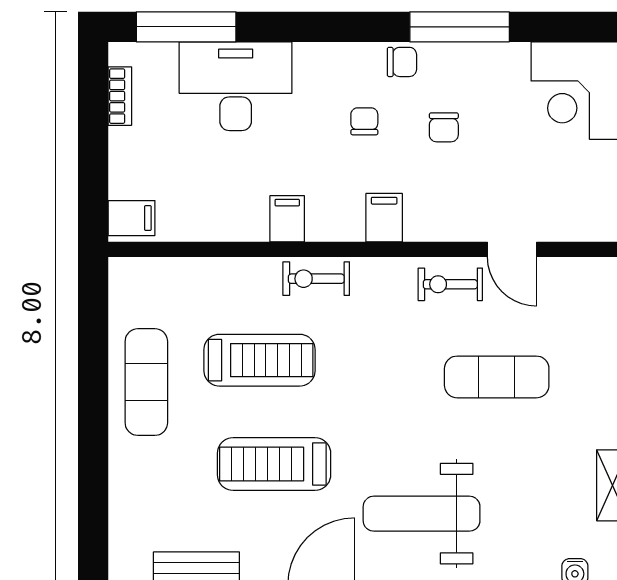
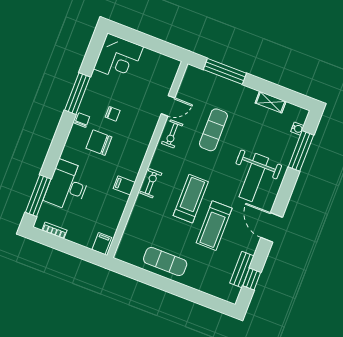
chair: (364, 121) -> (99, 143), width x1.87, depth x1.87
filing cabinet: (384, 218) -> (138, 149), removed
exercise bike: (316, 279) -> (151, 183), turned 180
treadmill: (260, 360) -> (191, 199), moved

